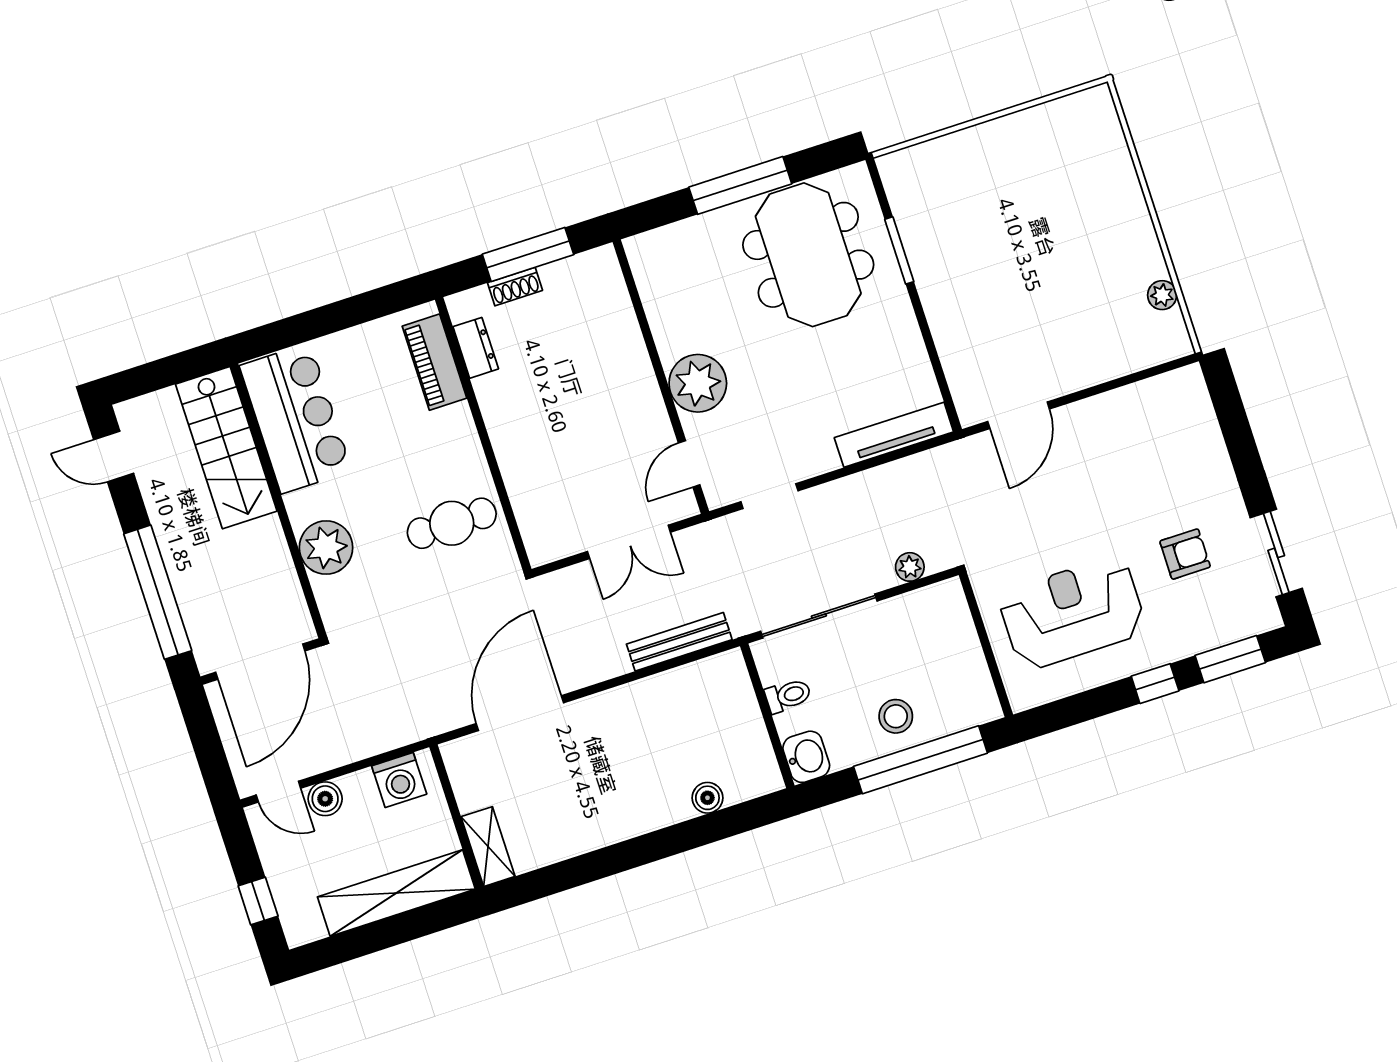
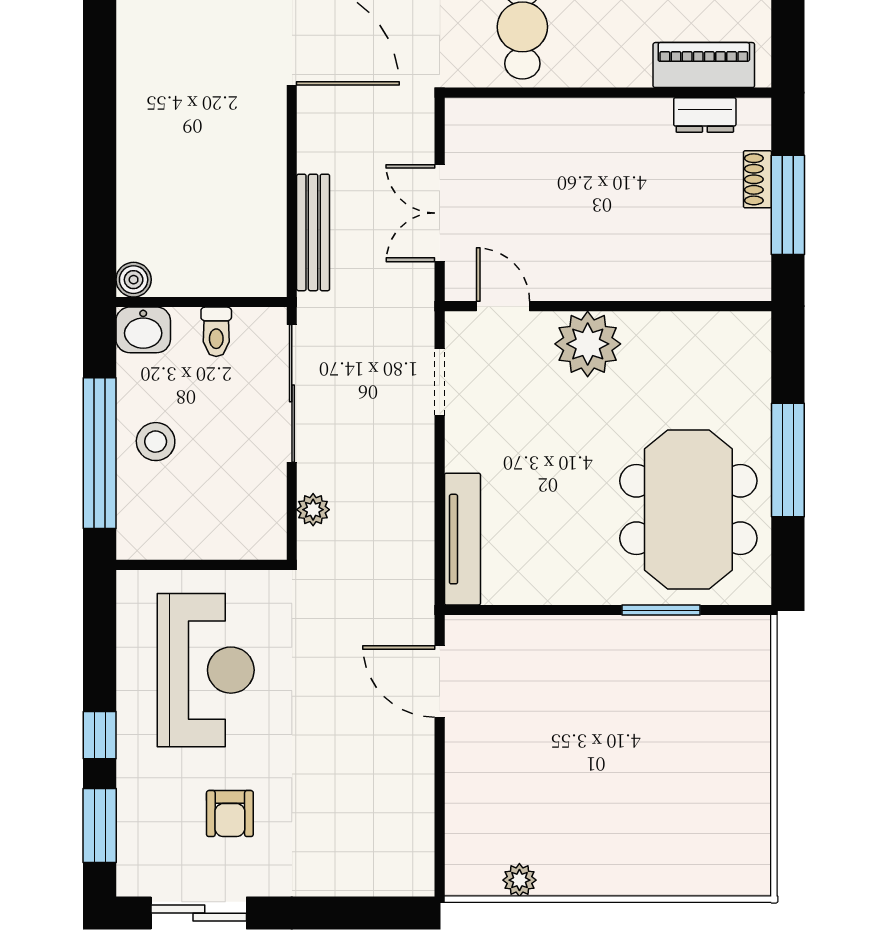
meeting table: (808, 255) -> (688, 509), turned 90
boiler: (707, 798) -> (134, 280), moved

